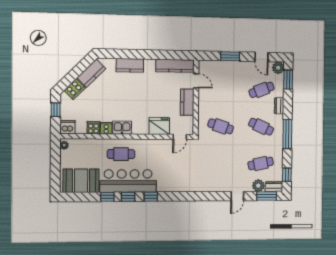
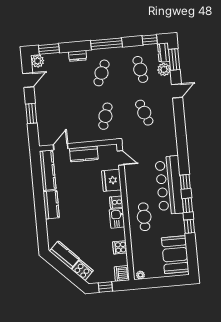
kitchen counter: (130, 65) -> (51, 205), moved
cafe table: (262, 90) -> (144, 113), moved
cooker: (106, 128) -> (116, 202), moved
bar counter: (128, 181) -> (169, 185), moved
door: (237, 196) -> (177, 91), hinge flipped

